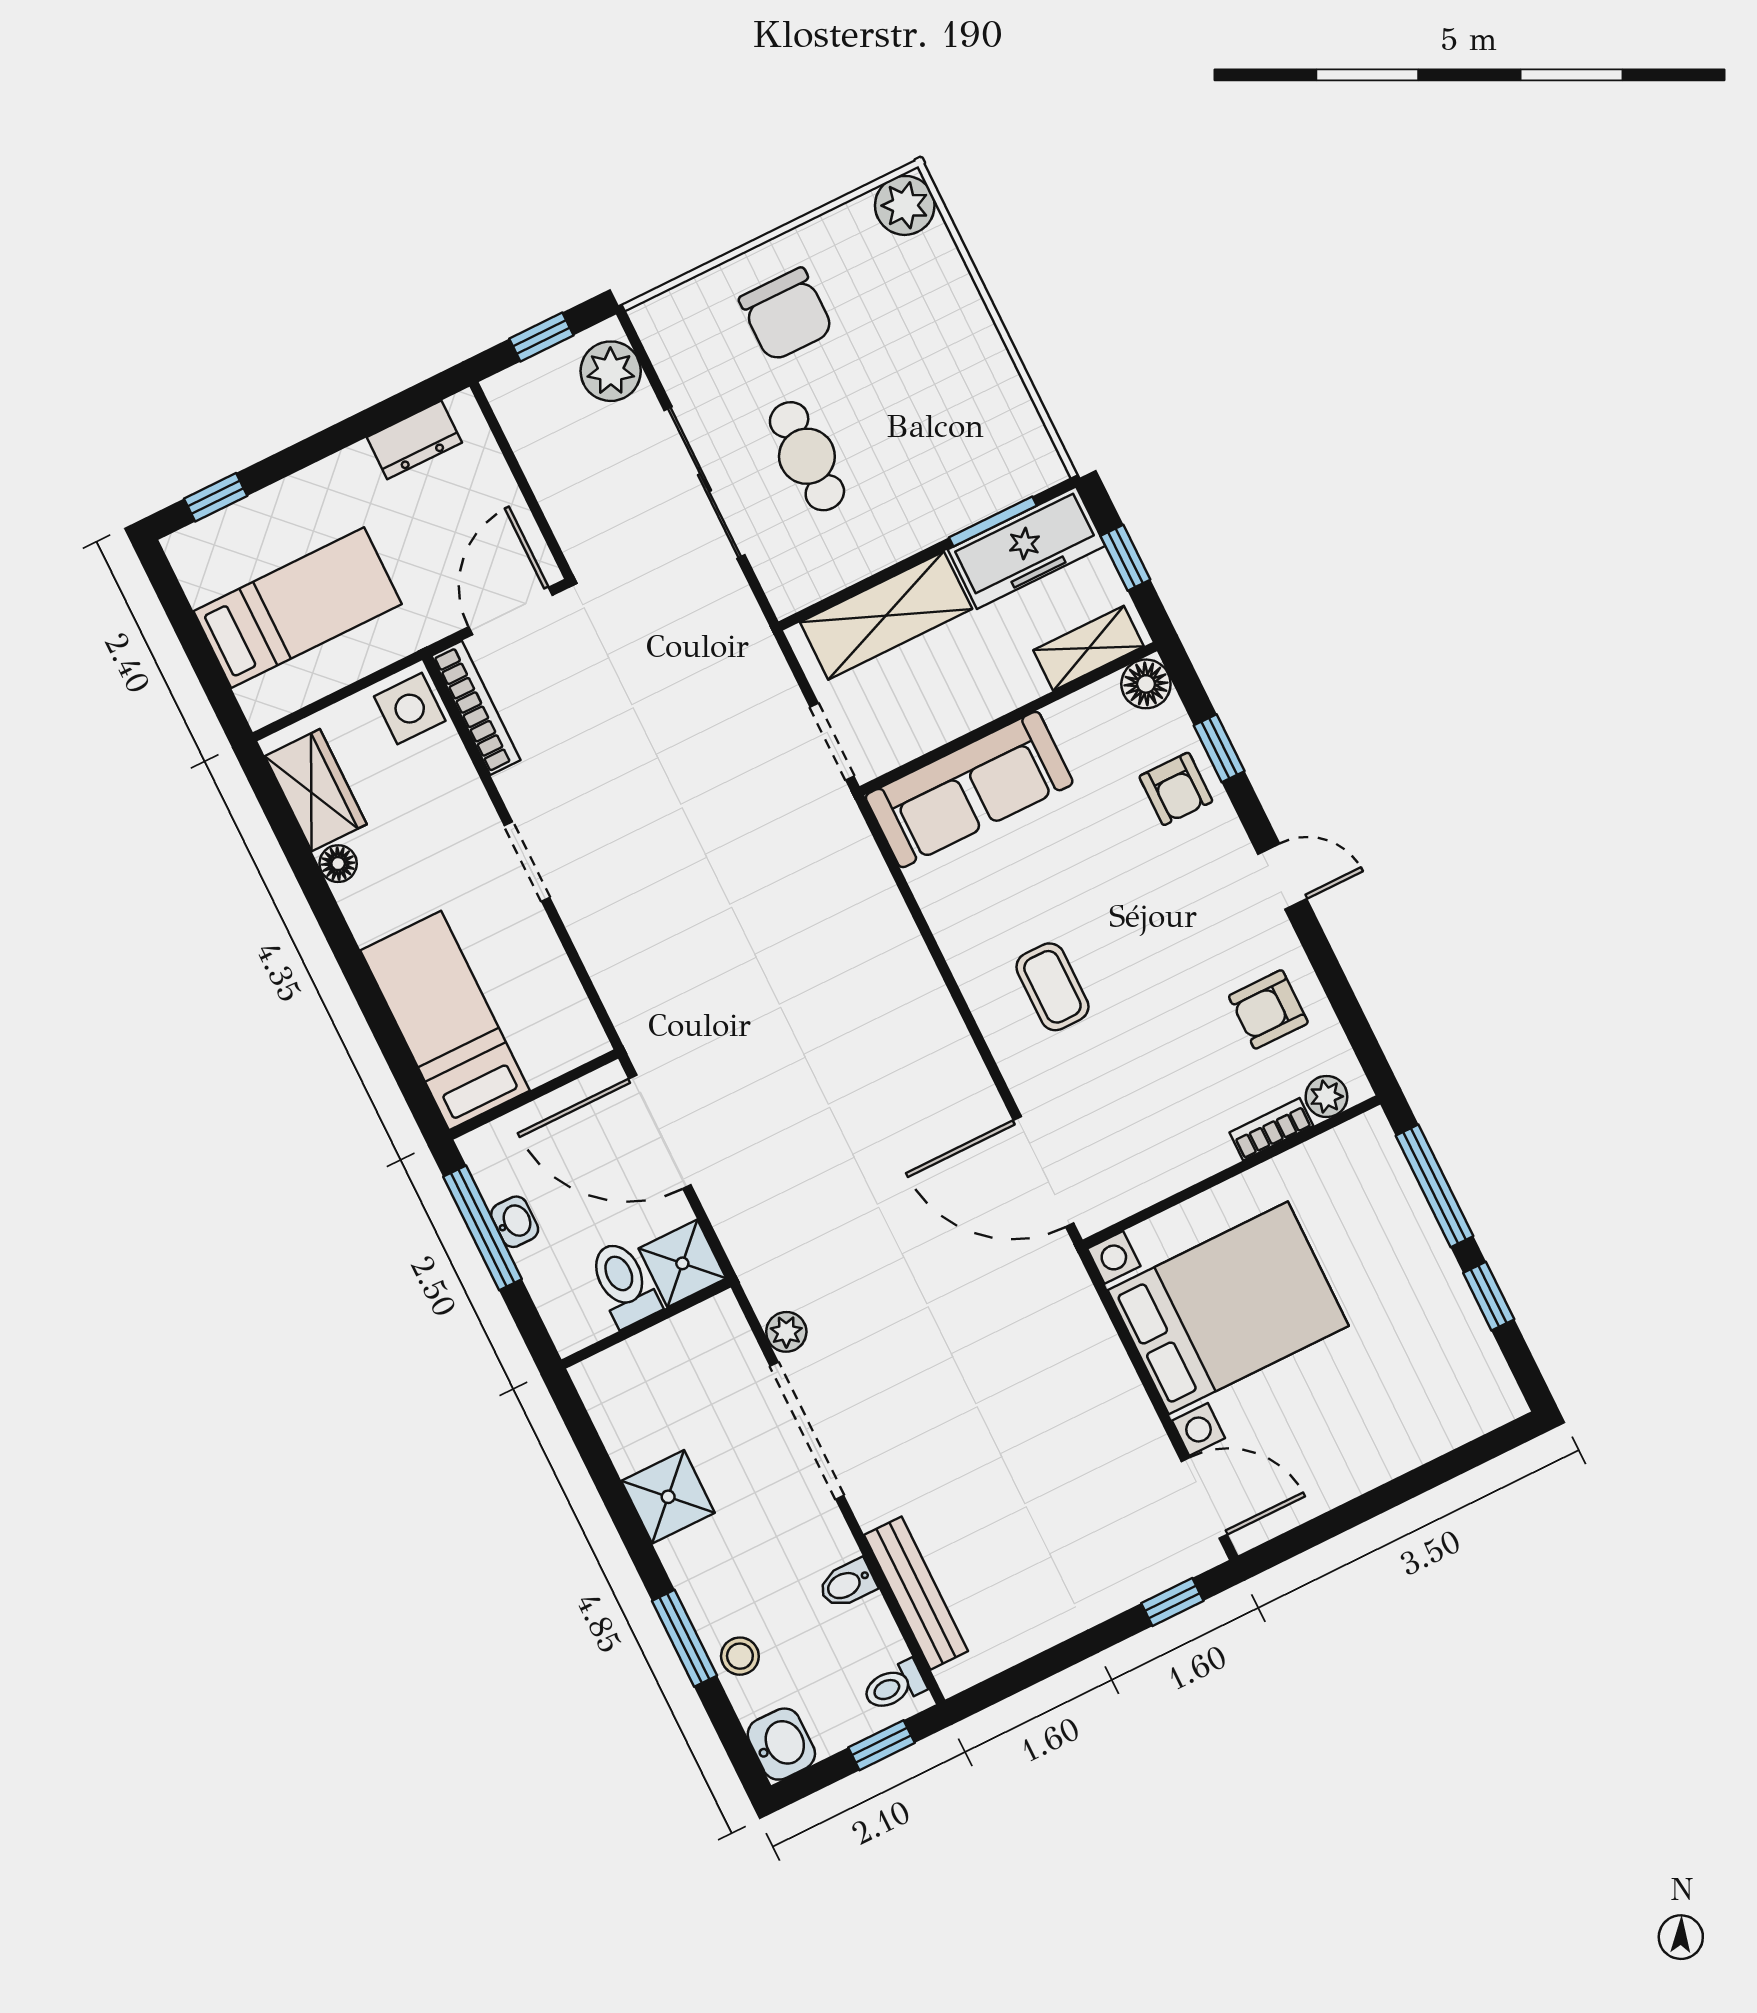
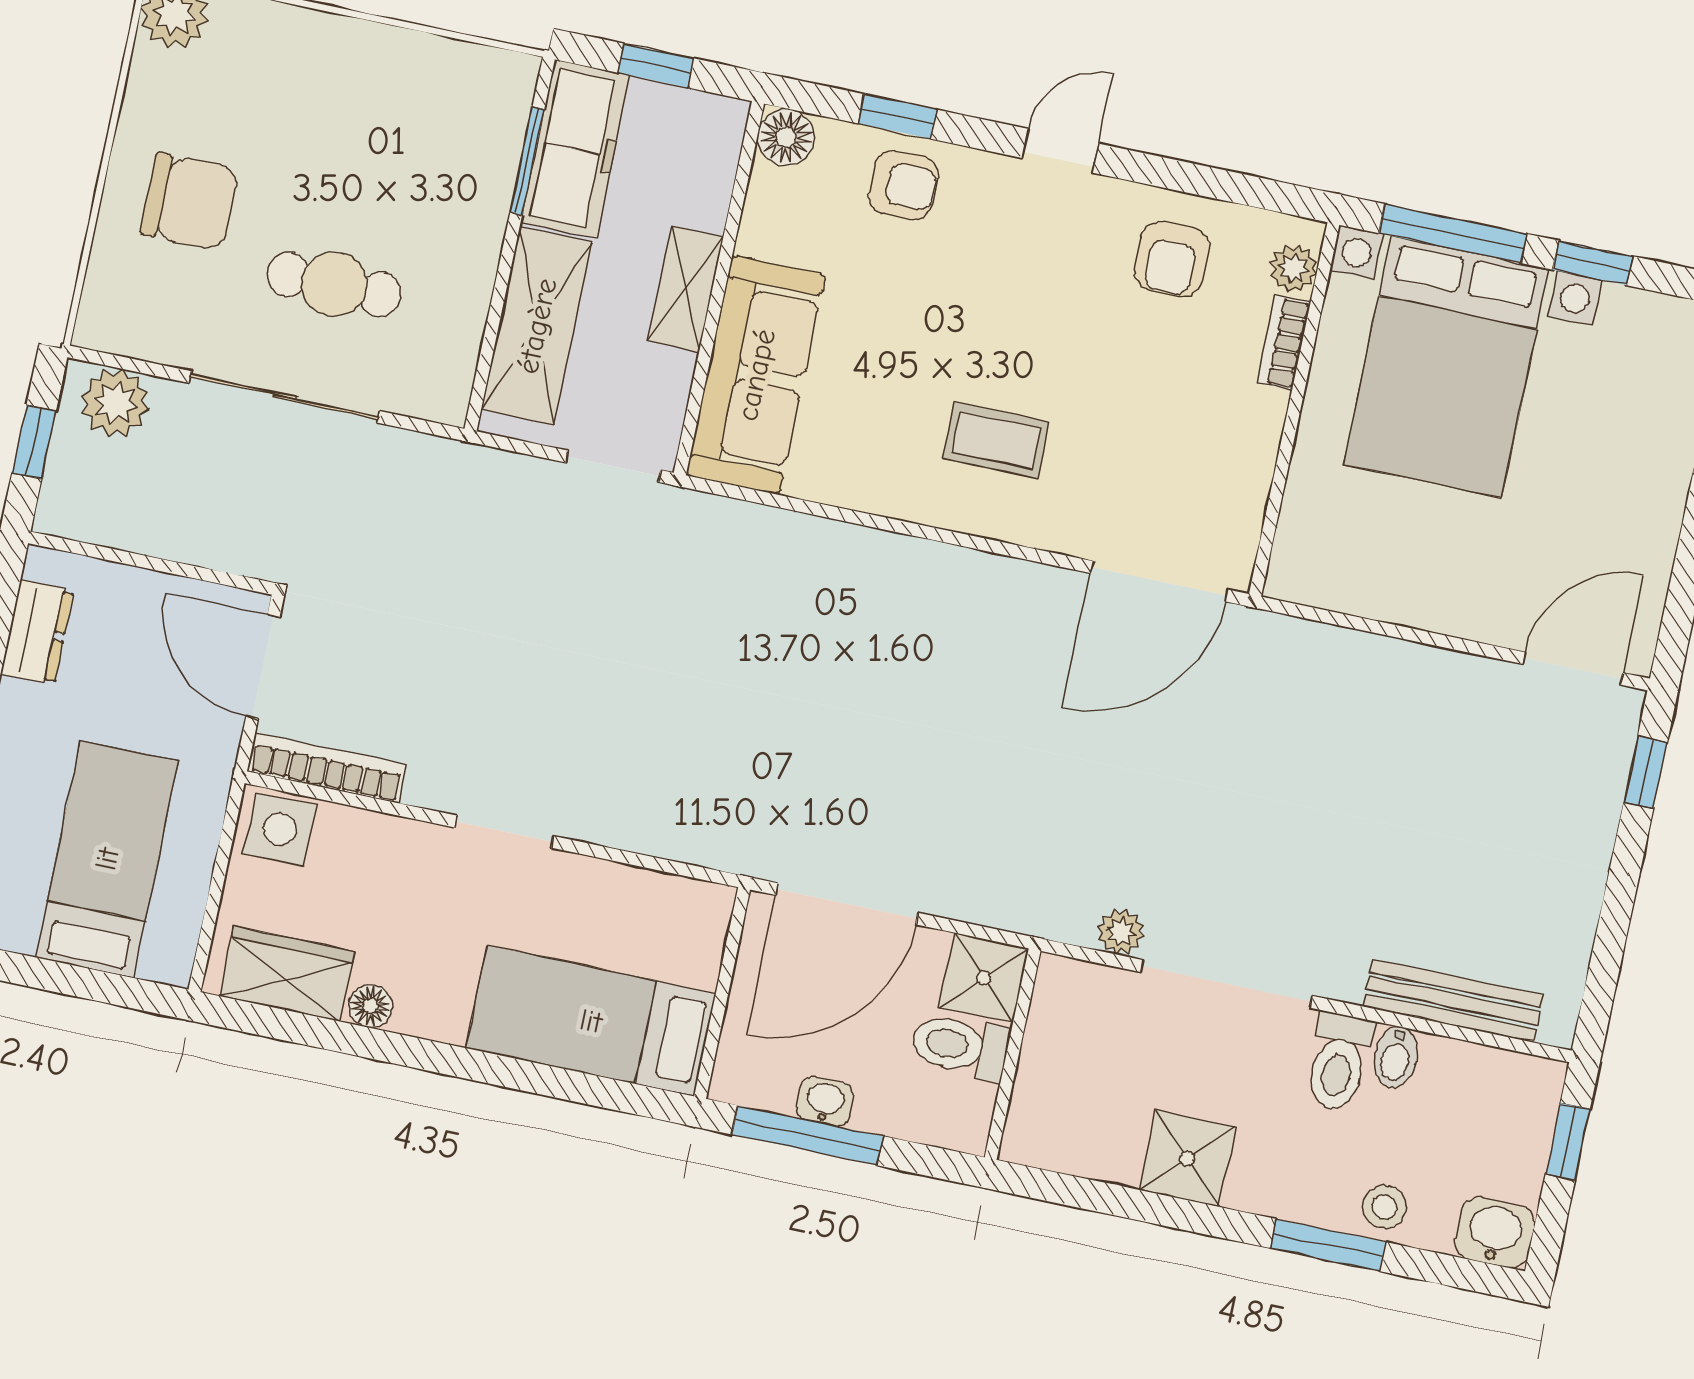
shelving: (1088, 648) -> (686, 289), moved
bed with nightstands: (1228, 1308) -> (1447, 367), moved, turned 180
toilet: (894, 1686) -> (1339, 1062), moved, width x1.37, depth x1.39

